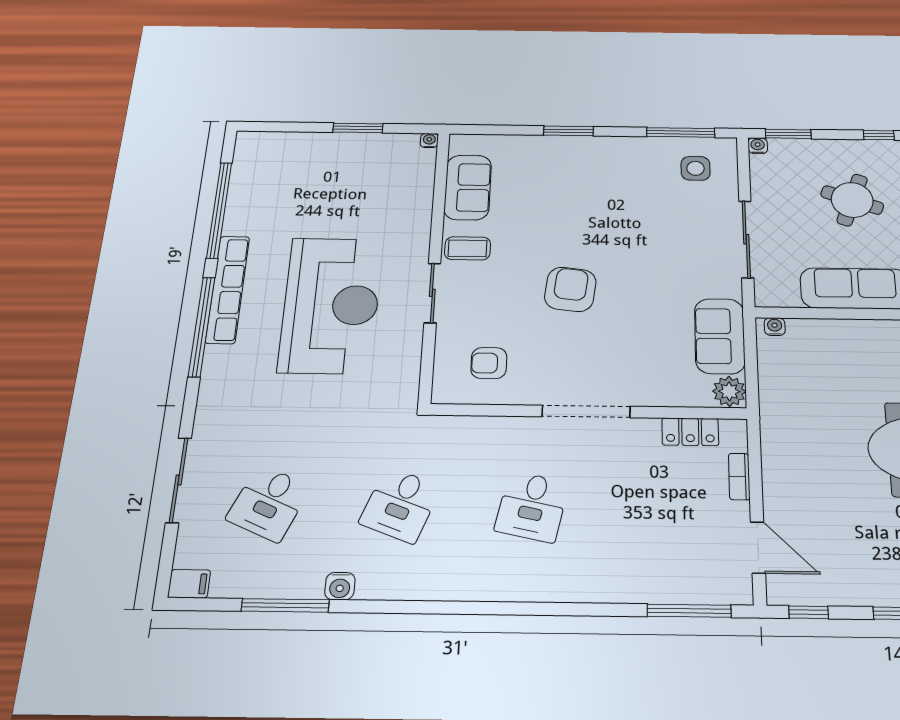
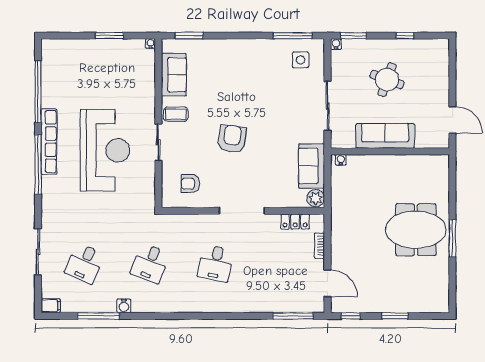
window: (568, 131) -> (189, 36), moved

